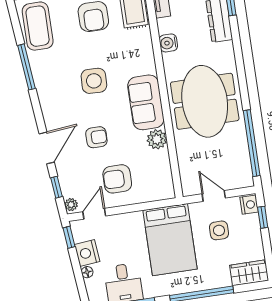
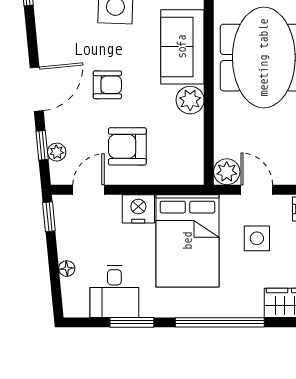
plant: (191, 186) -> (227, 172), added
plant: (71, 205) -> (57, 152), moved
nightstand: (87, 253) -> (138, 209), moved, turned 96

